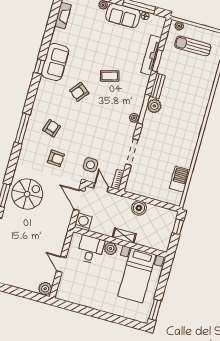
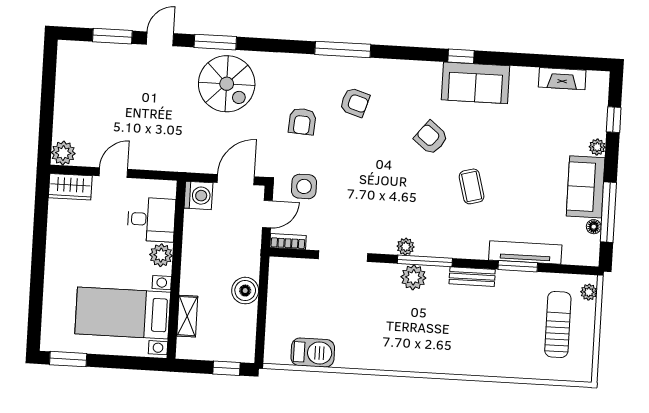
plant: (154, 106) -> (413, 277), moved
shelving: (124, 236) -> (187, 316), moved
wardrobe: (64, 289) -> (70, 187), added

